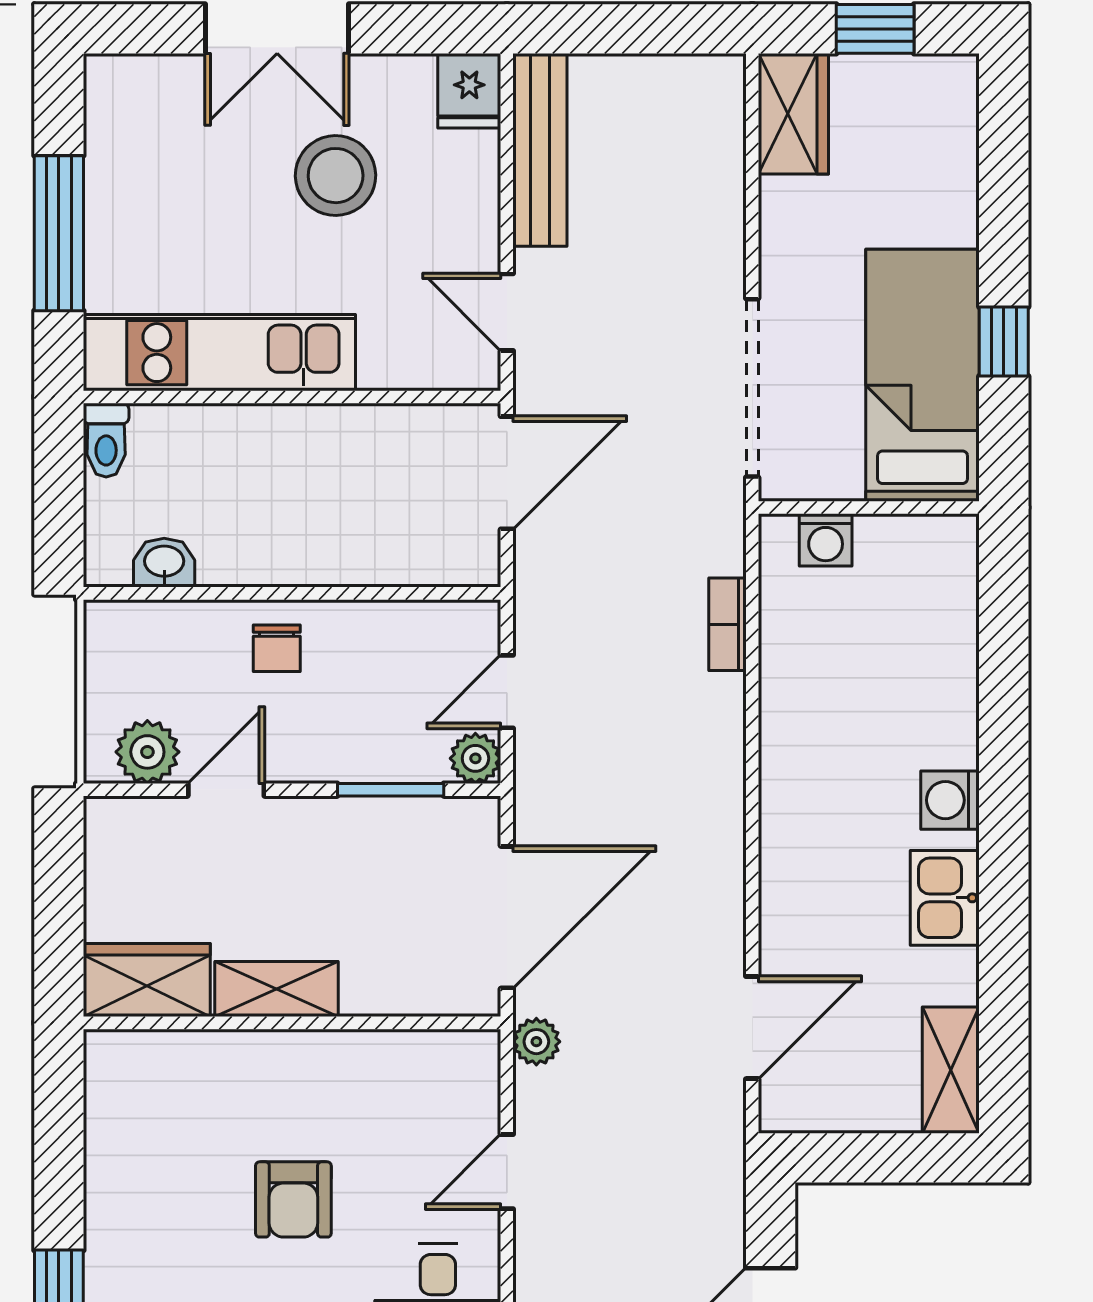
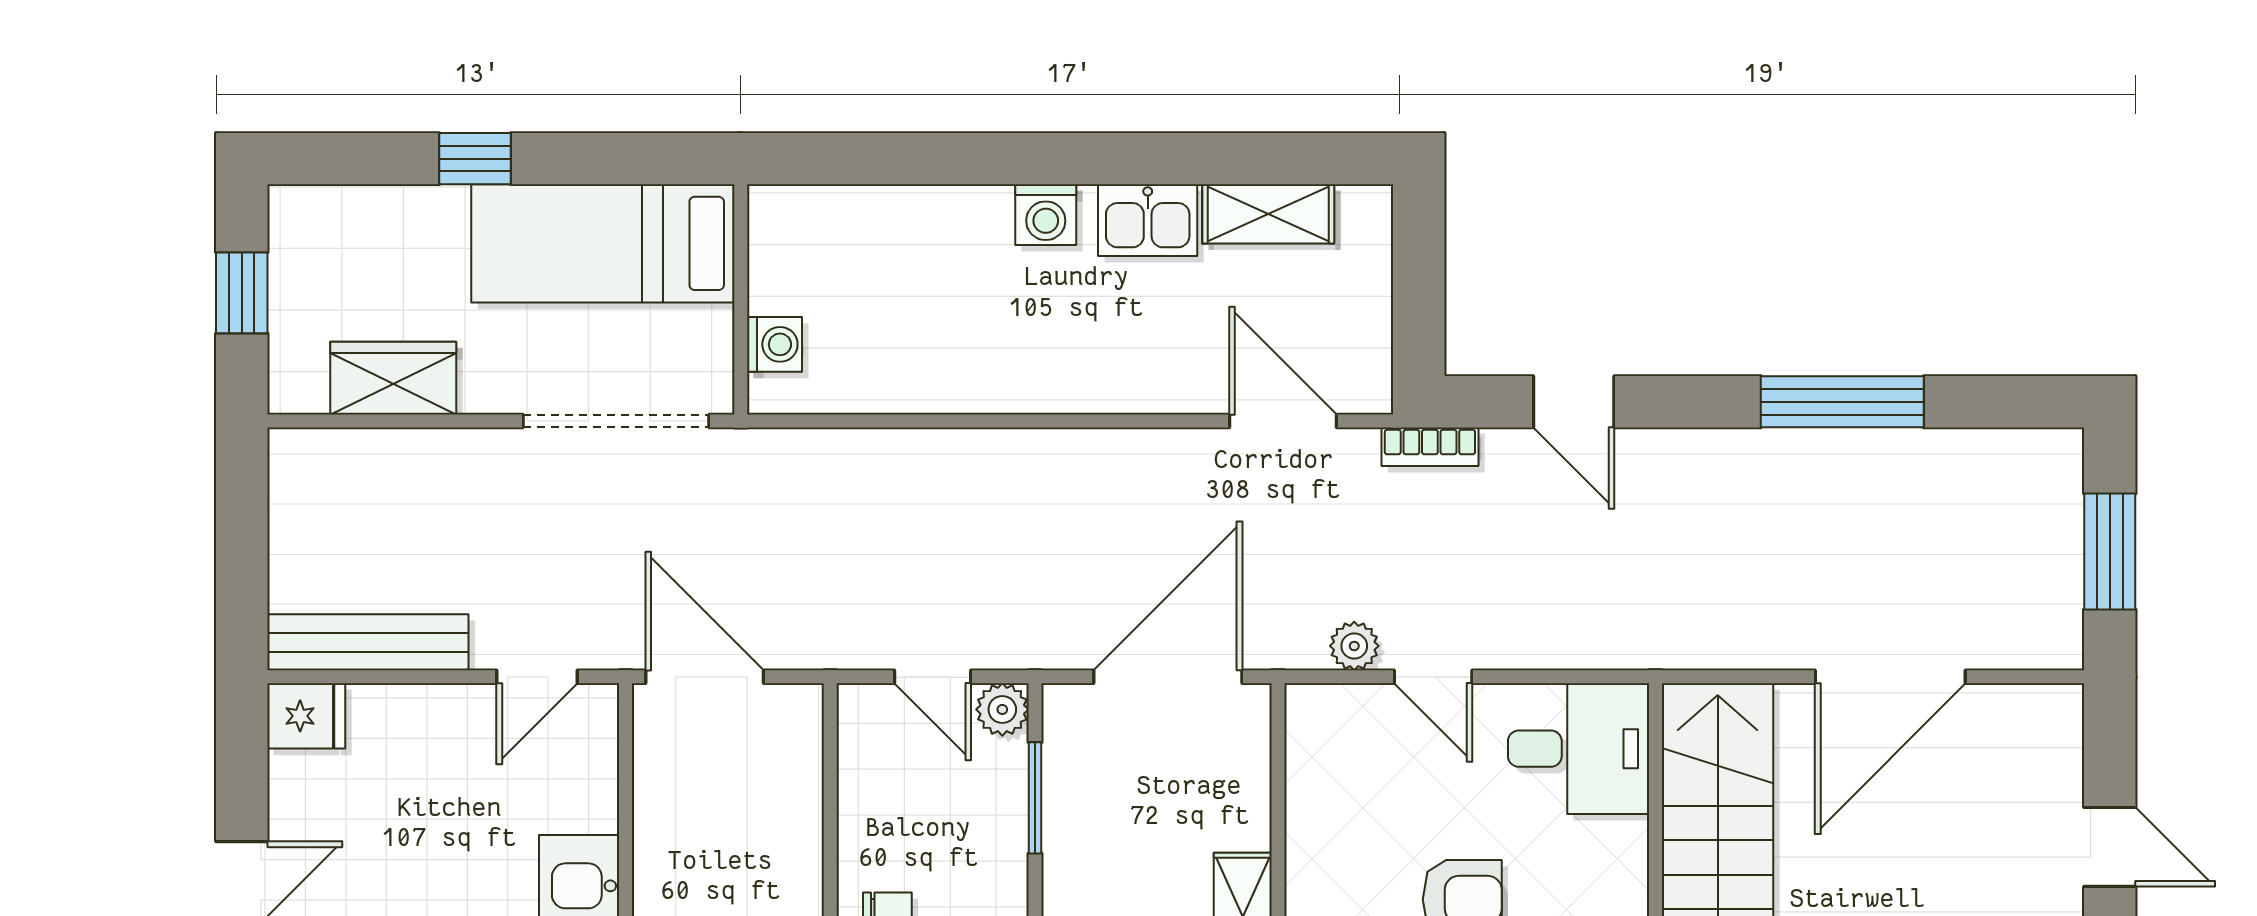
wardrobe: (793, 114) -> (393, 378), moved
stool: (336, 176) -> (395, 855), removed
window: (1004, 342) -> (475, 159), moved
bookcase: (728, 624) -> (1430, 447), moved
door: (507, 917) -> (1168, 677), hinge flipped
plant: (536, 1042) -> (1354, 646), moved
shelving: (951, 1070) -> (1268, 214), moved

